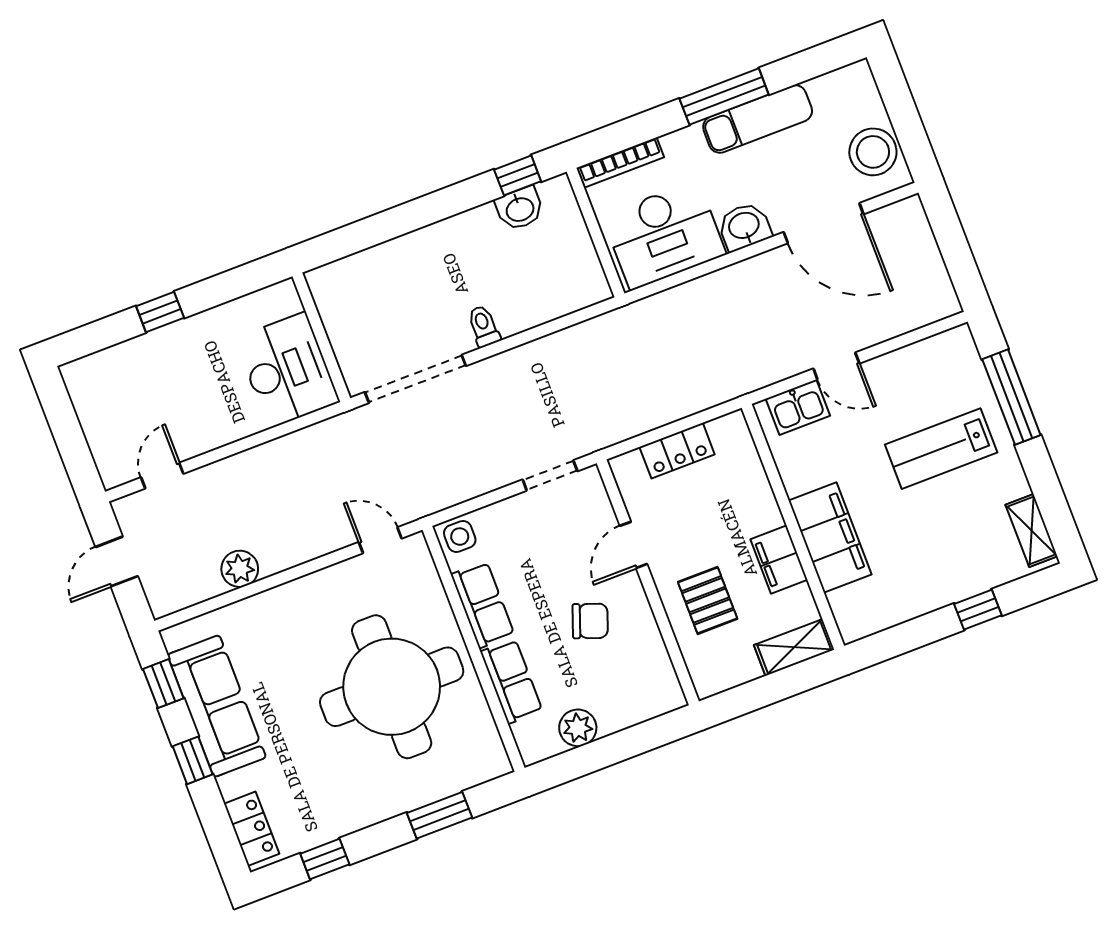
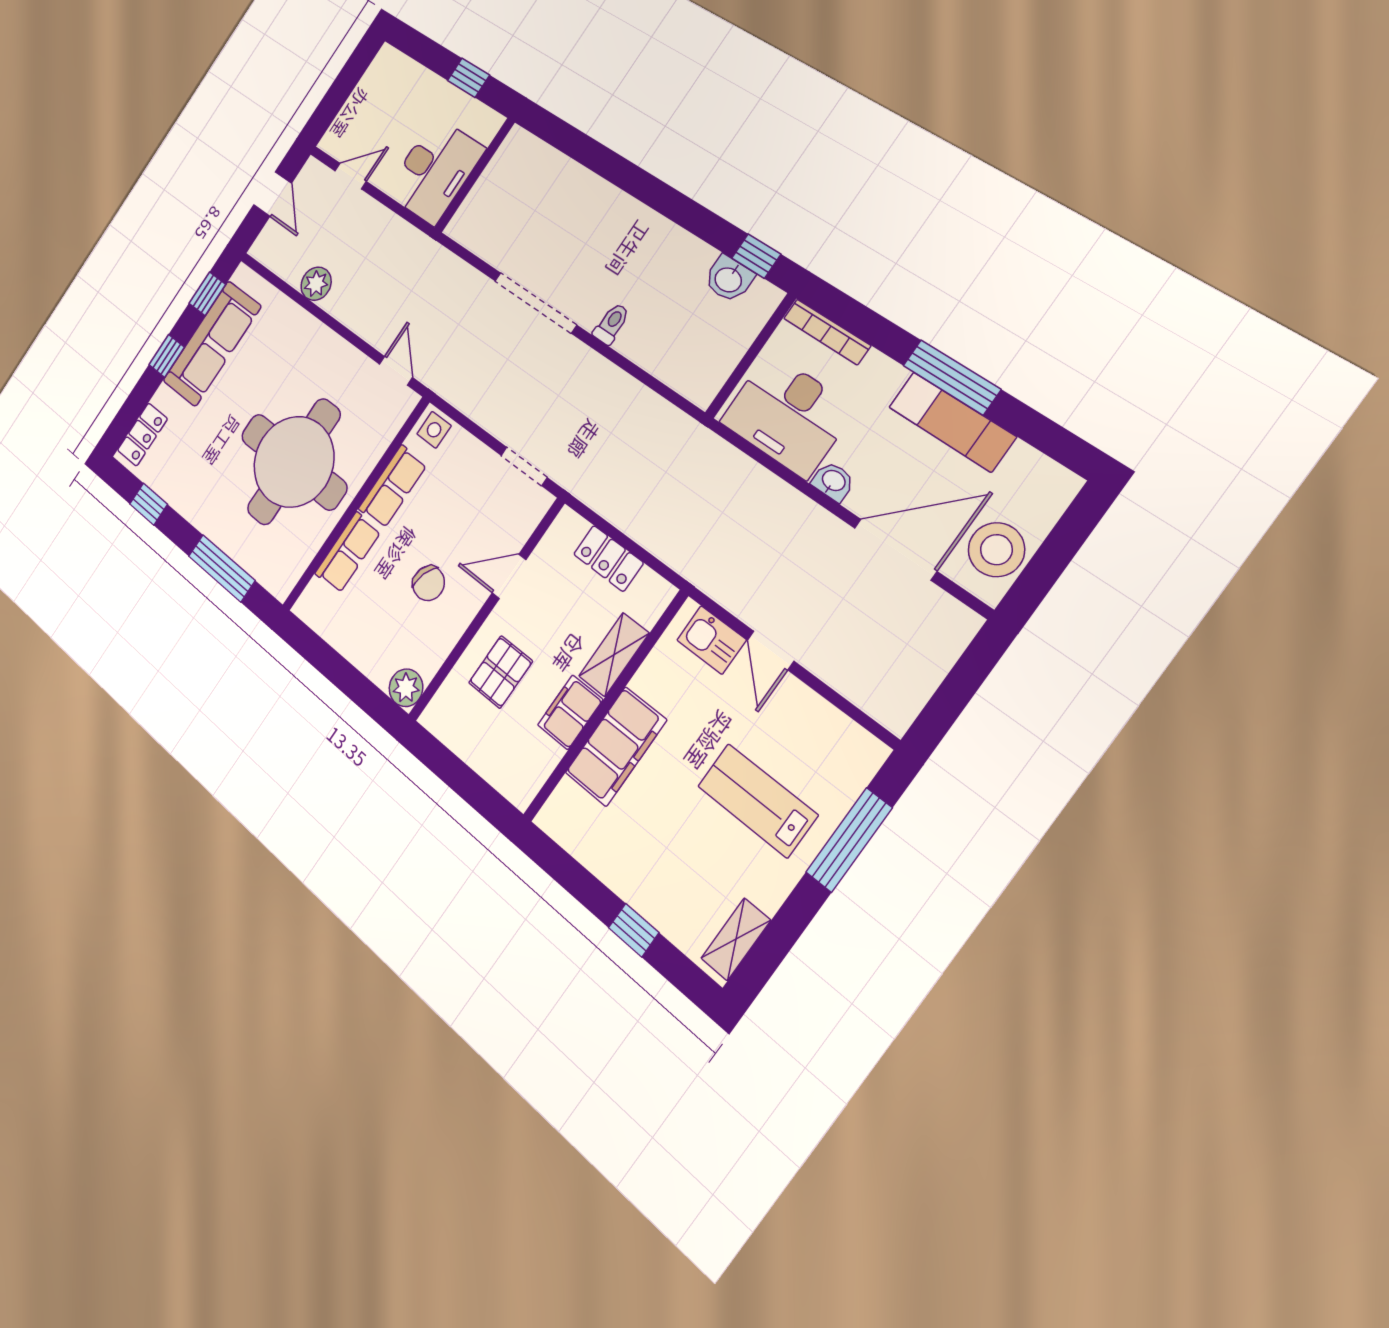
door: (824, 223) -> (895, 549), swing flipped
washbasin: (744, 227) -> (833, 481), width x0.72, depth x0.69
wall: (321, 337) -> (475, 175), moved
desk: (287, 370) -> (435, 171), moved
door: (117, 562) -> (273, 194), swing flipped
shelving: (794, 647) -> (614, 655), moved, turned 90
plant: (578, 728) -> (406, 688), moved
window: (439, 815) -> (222, 568), width x1.44

